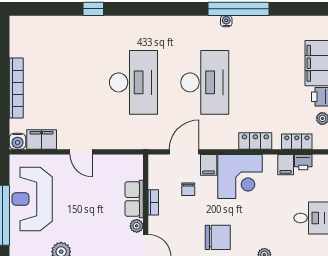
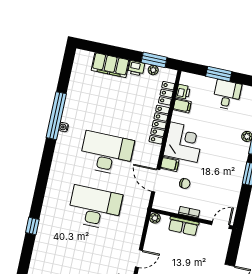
locker: (255, 141) -> (159, 125), width x1.53
plant: (137, 226) -> (155, 218), moved
chair: (218, 237) -> (226, 169), removed

